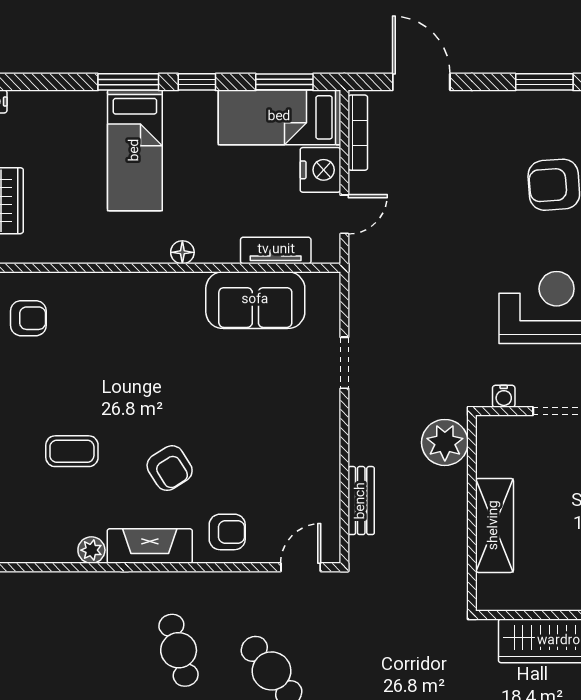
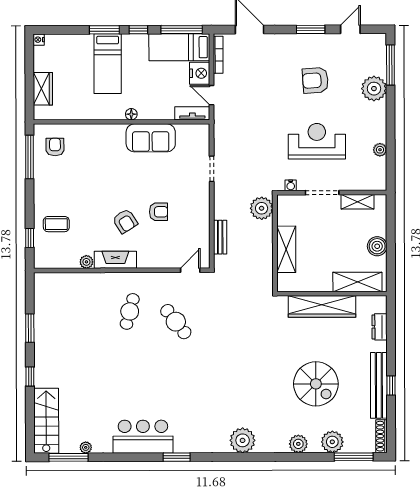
window: (284, 82) -> (182, 30), width x1.44
door: (344, 214) -> (212, 95), swing flipped
tv unit: (276, 250) -> (192, 113), moved
sofa: (255, 300) -> (151, 138), moved
armchair: (28, 318) -> (55, 147), turned -90
coffee table: (72, 451) -> (56, 224), moved
armchair: (227, 532) -> (159, 212), moved
cafe table: (179, 650) -> (130, 311), turned 31

